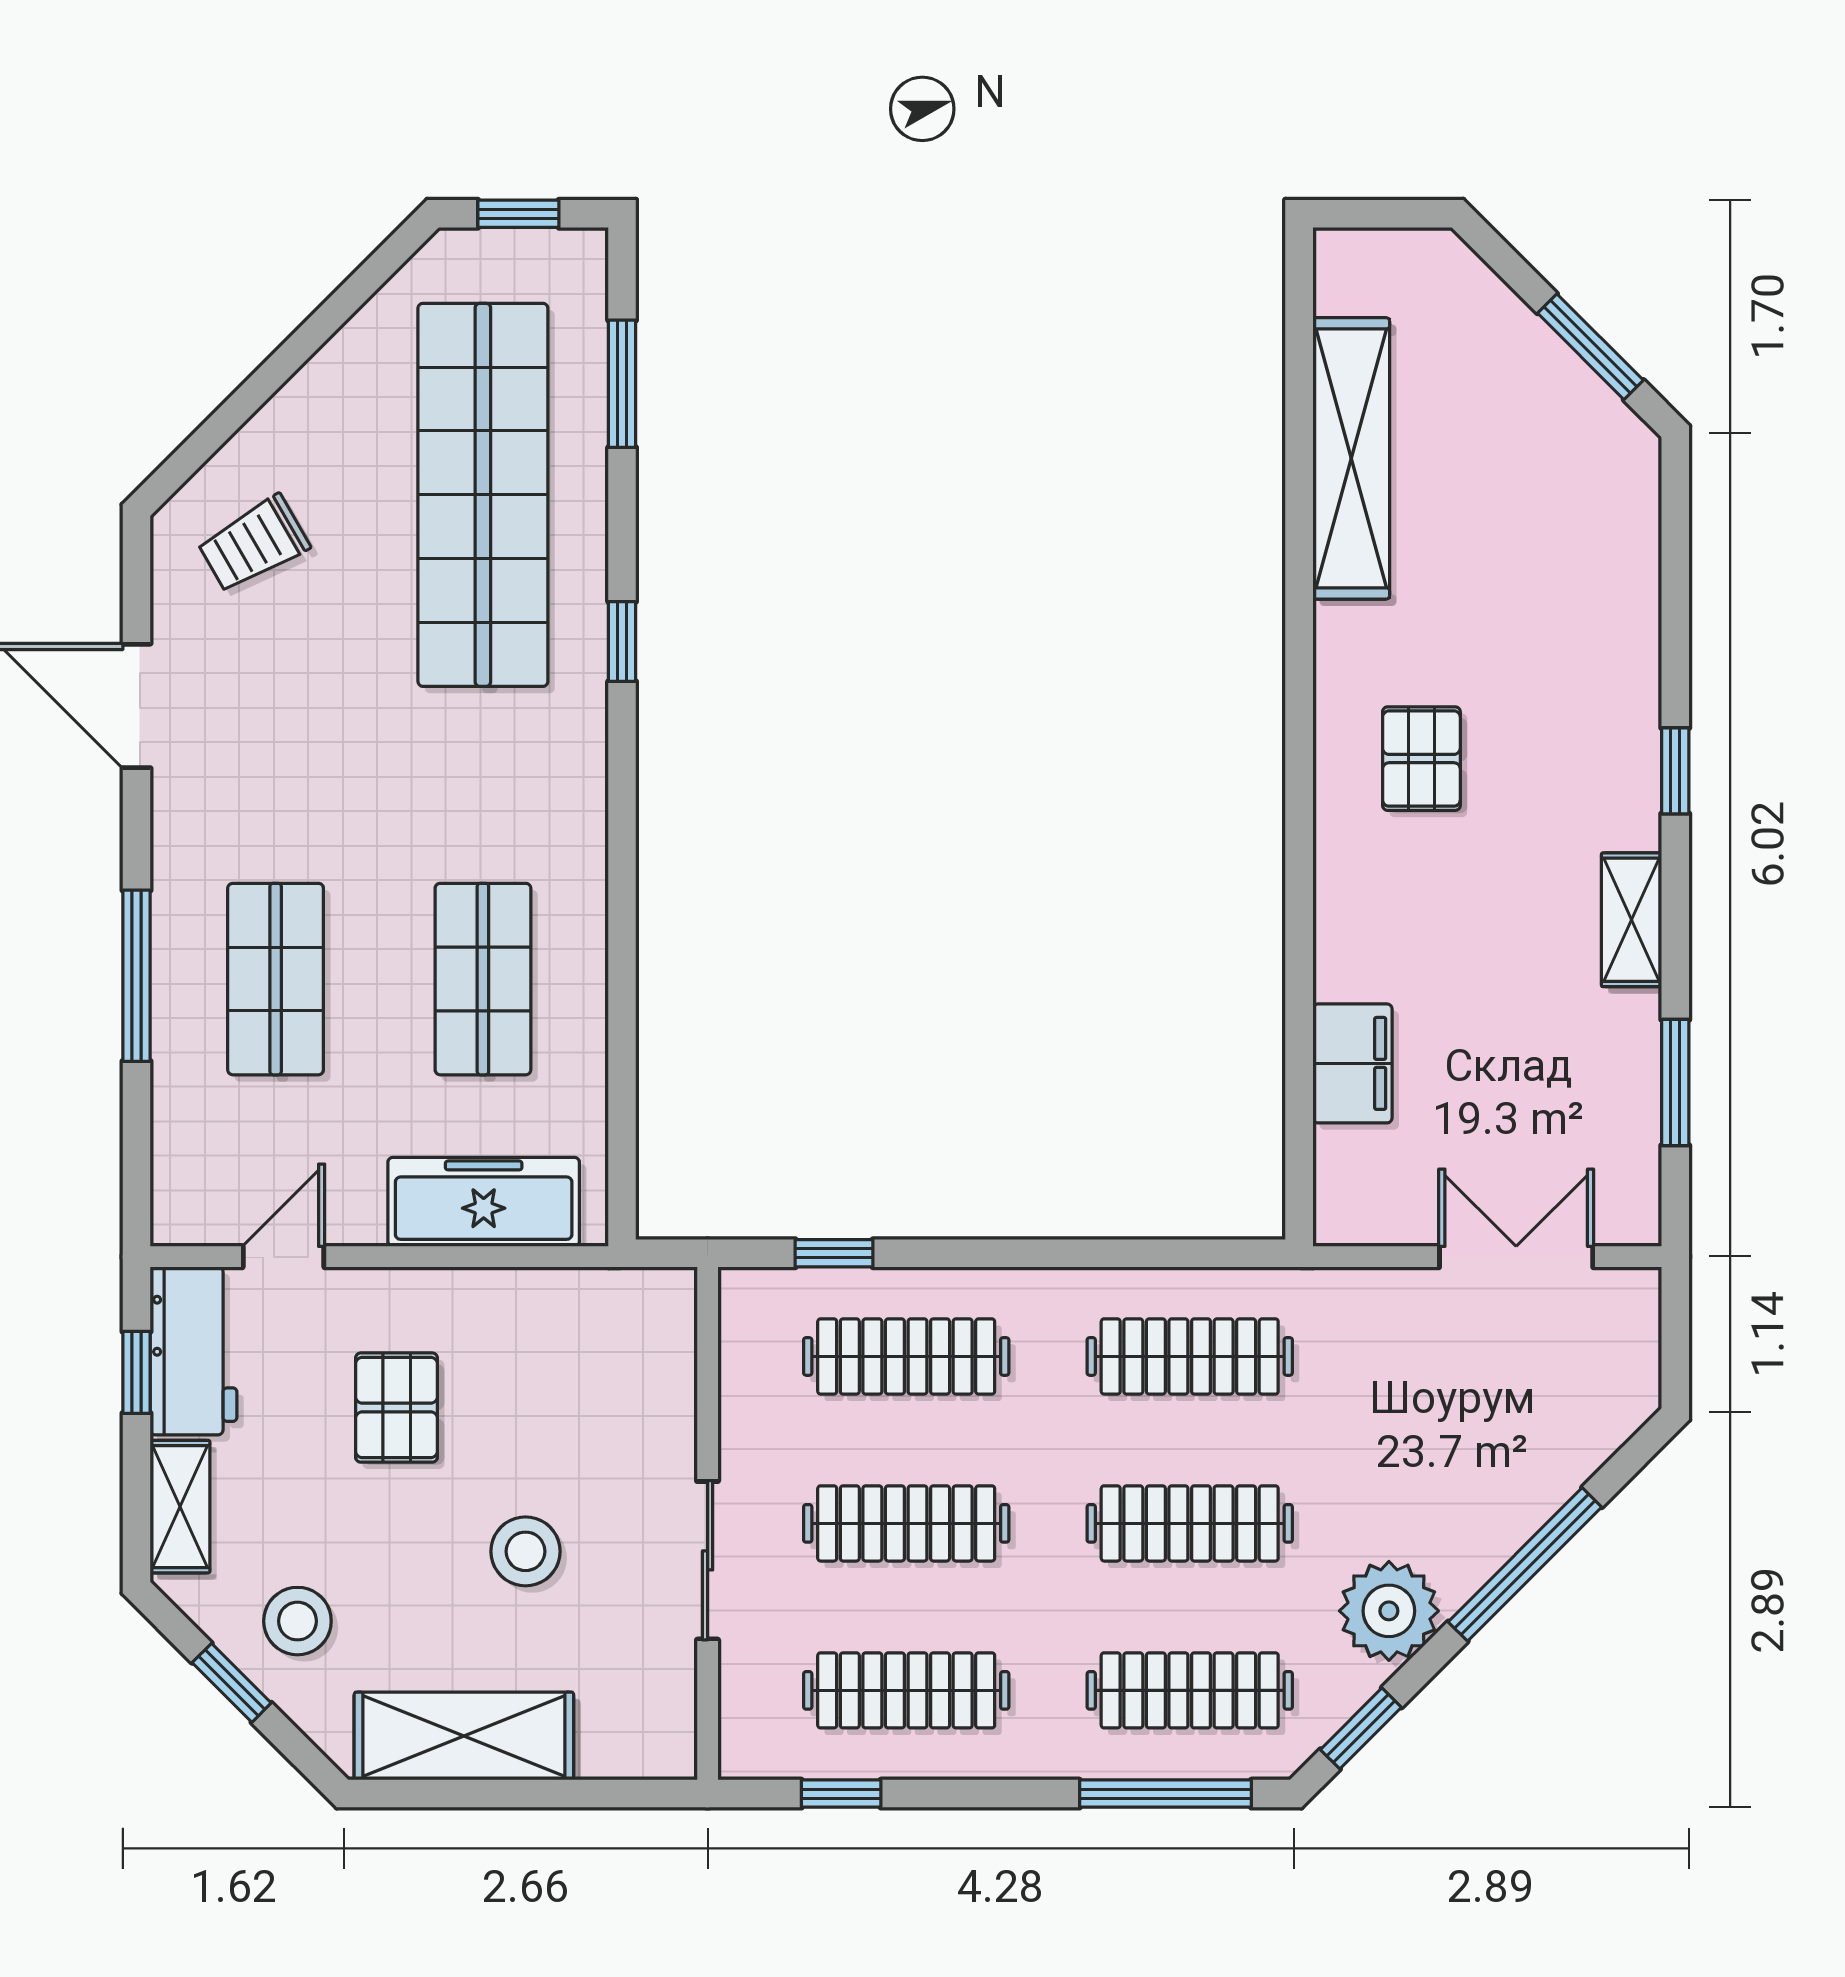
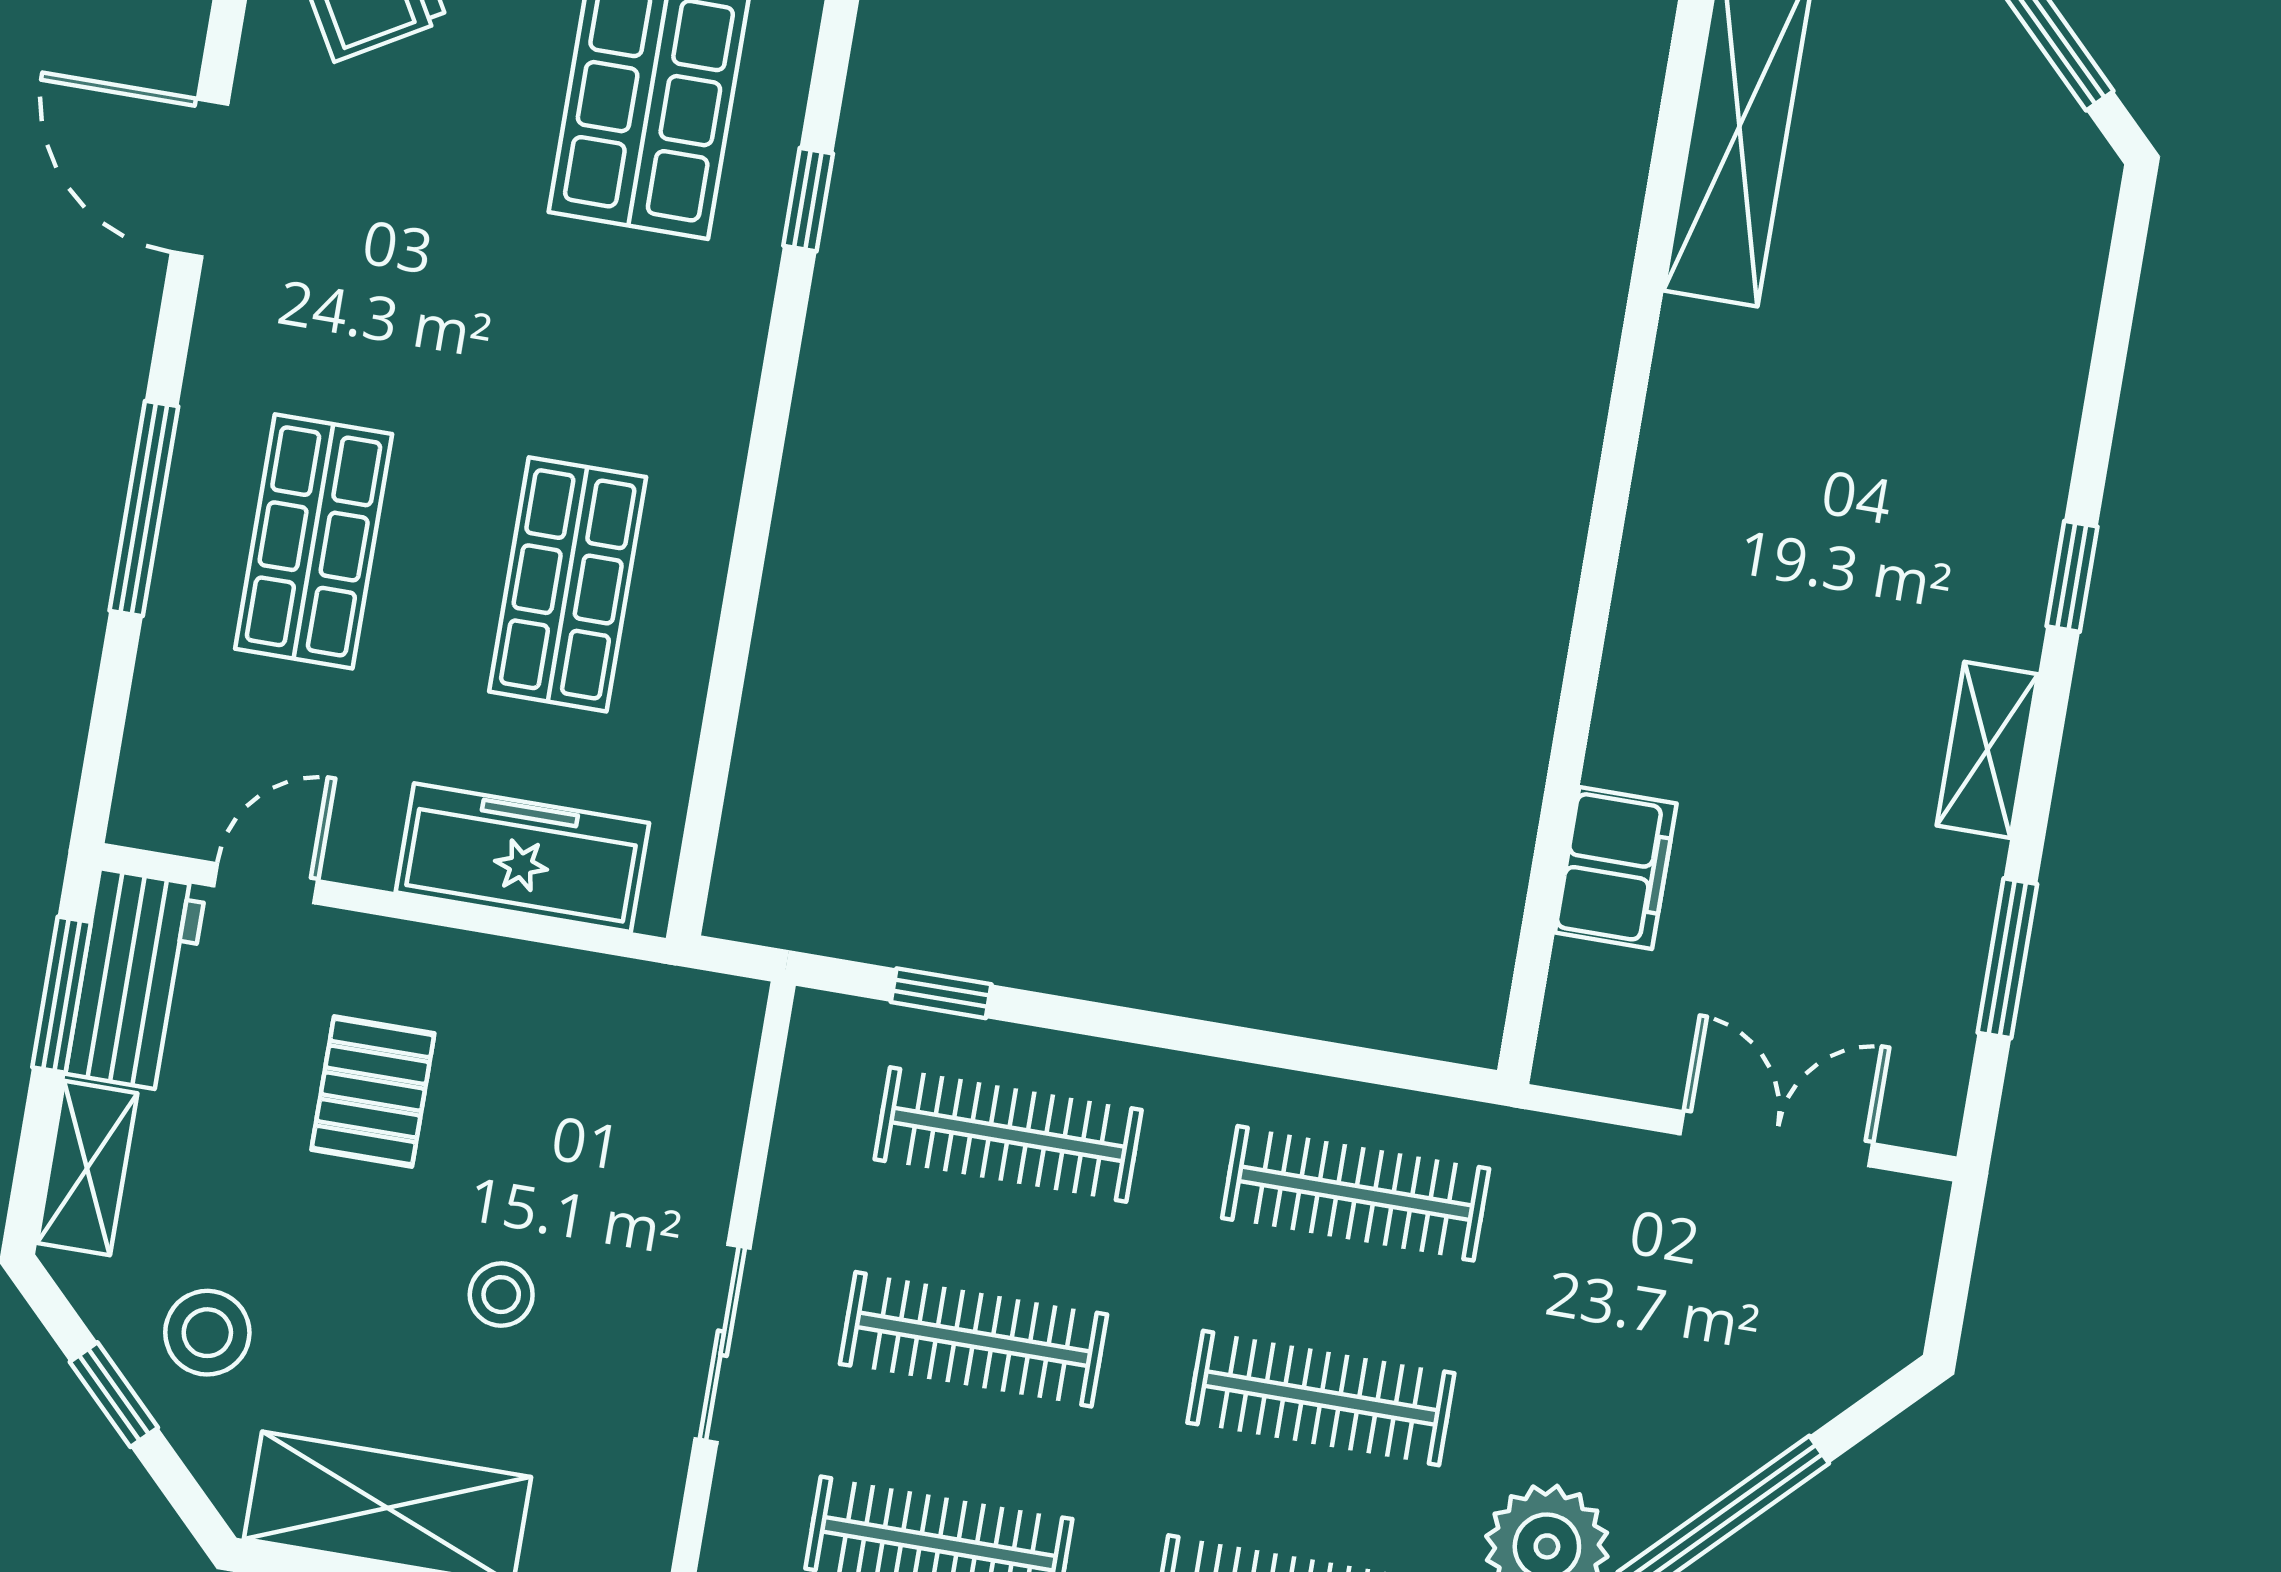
pallet: (1421, 759) -> (1763, 509), removed
window: (136, 1372) -> (62, 995), width x1.50
stool: (525, 1551) -> (501, 1295), width x0.73, depth x0.73

